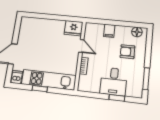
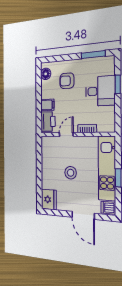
fridge: (74, 28) -> (49, 199), moved
printer: (95, 30) -> (48, 122), added
stool: (49, 46) -> (71, 173), added
armchair: (127, 52) -> (67, 81), turned 90

